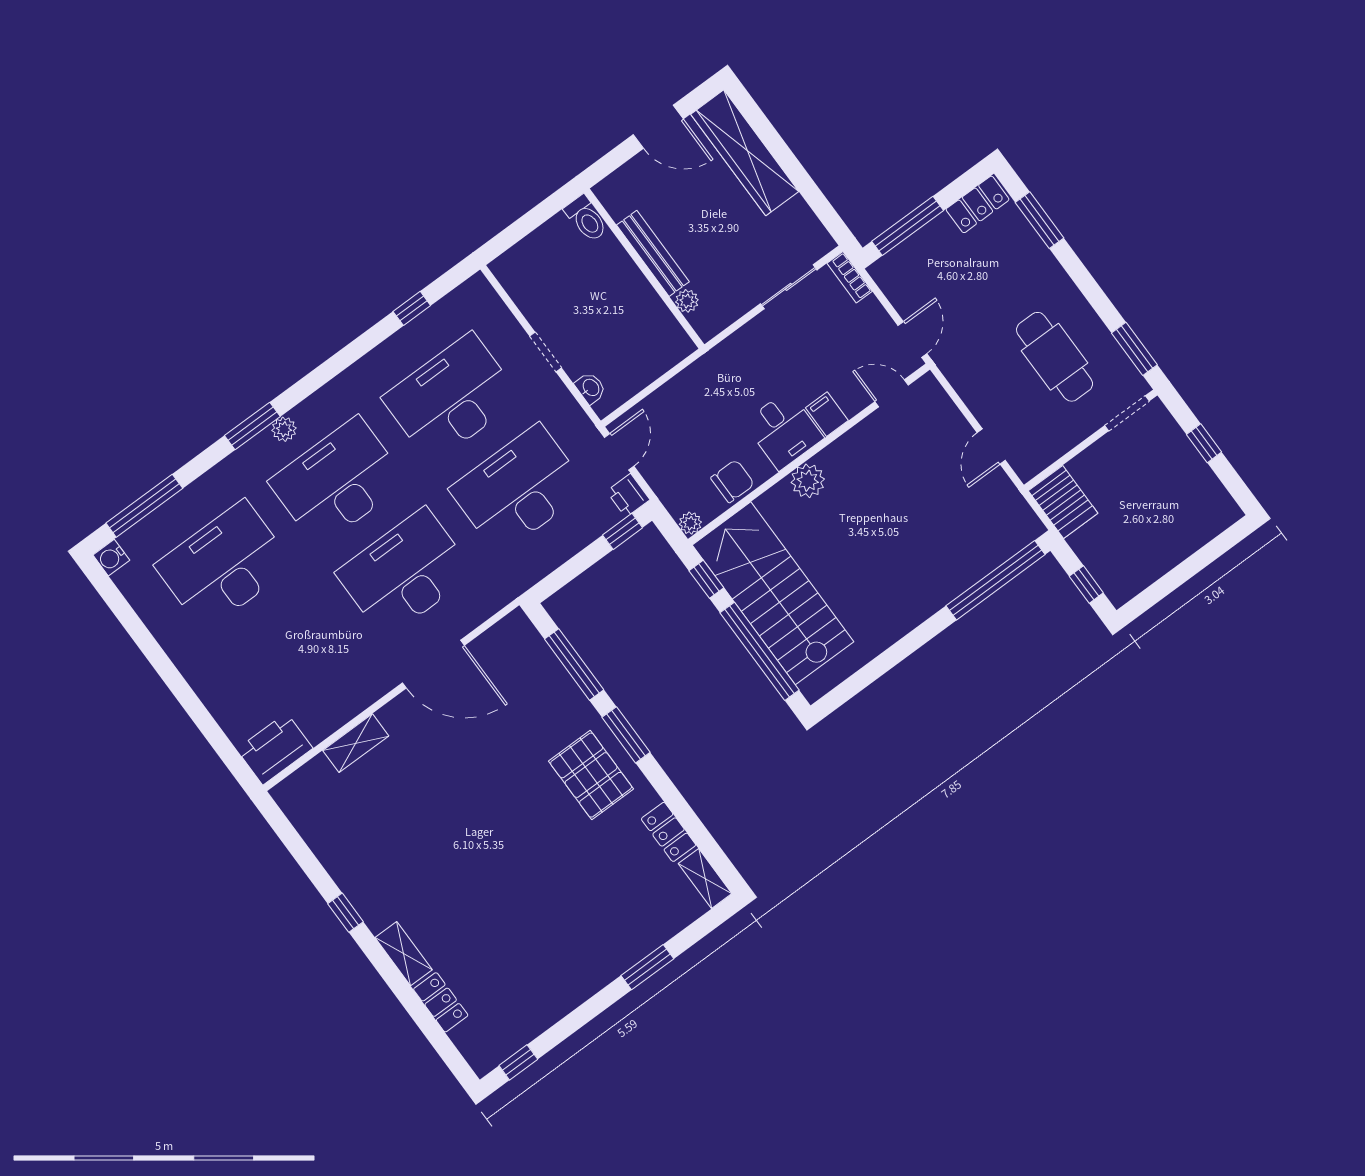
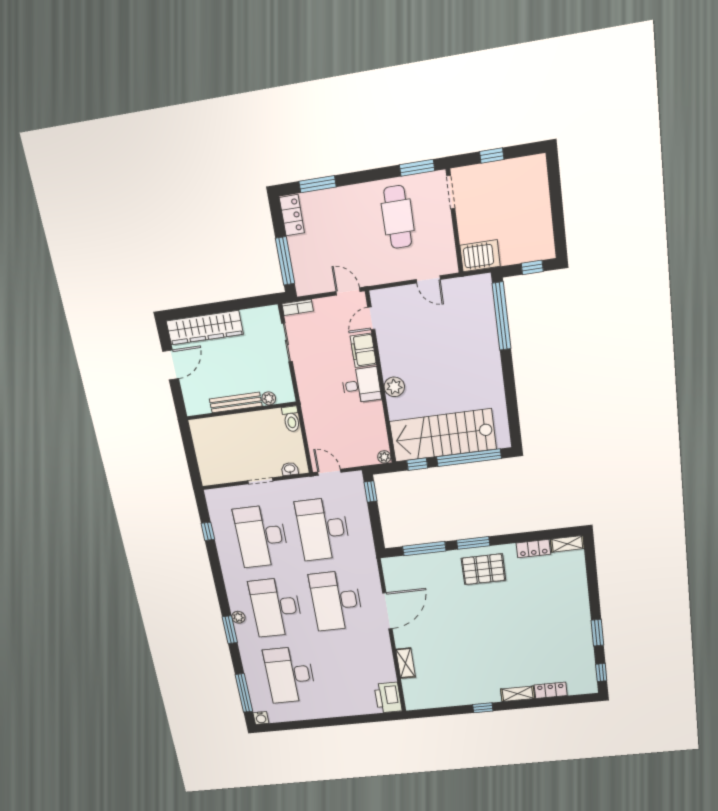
toilet: (586, 219) -> (291, 419), moved, turned 90
cafe table: (1055, 357) -> (398, 217), turned 90
filing cabinet: (827, 414) -> (363, 350), width x2.00
chair: (733, 481) -> (374, 425), removed
printer: (628, 495) -> (354, 479), removed
window: (647, 967) -> (597, 633), moved

